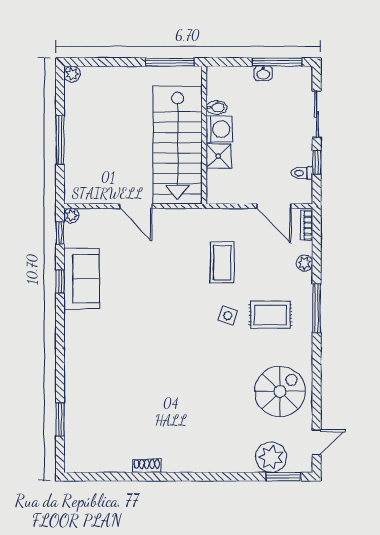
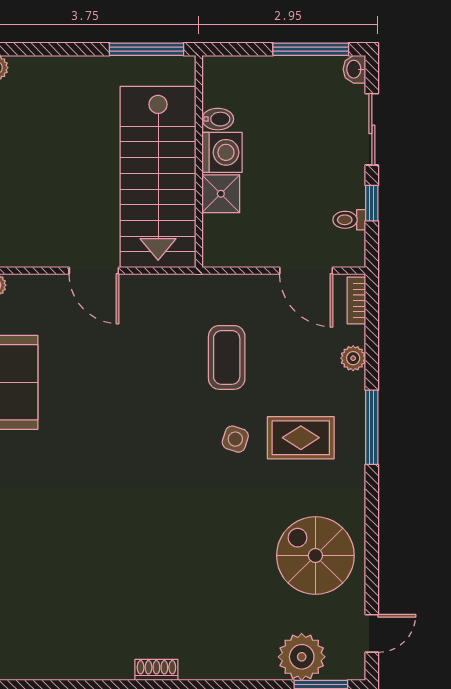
washbasin: (263, 73) -> (354, 69), moved, turned 90
spiral stairs: (280, 391) -> (315, 556), turned -90
shoe rack: (147, 466) -> (156, 670), moved

